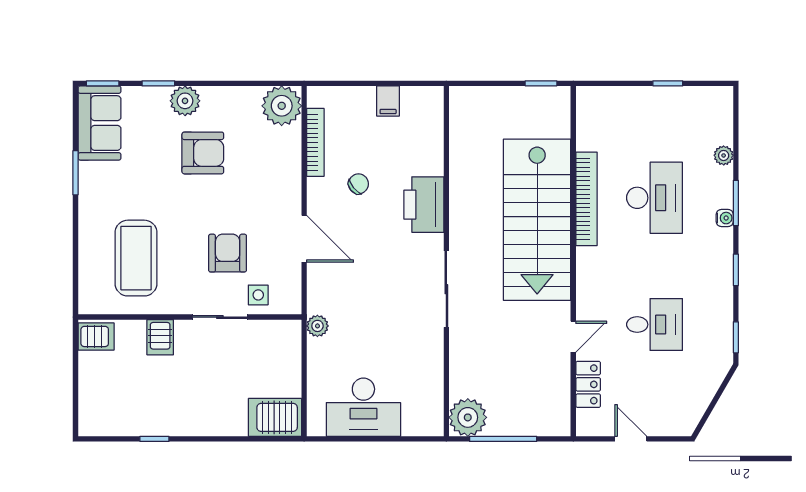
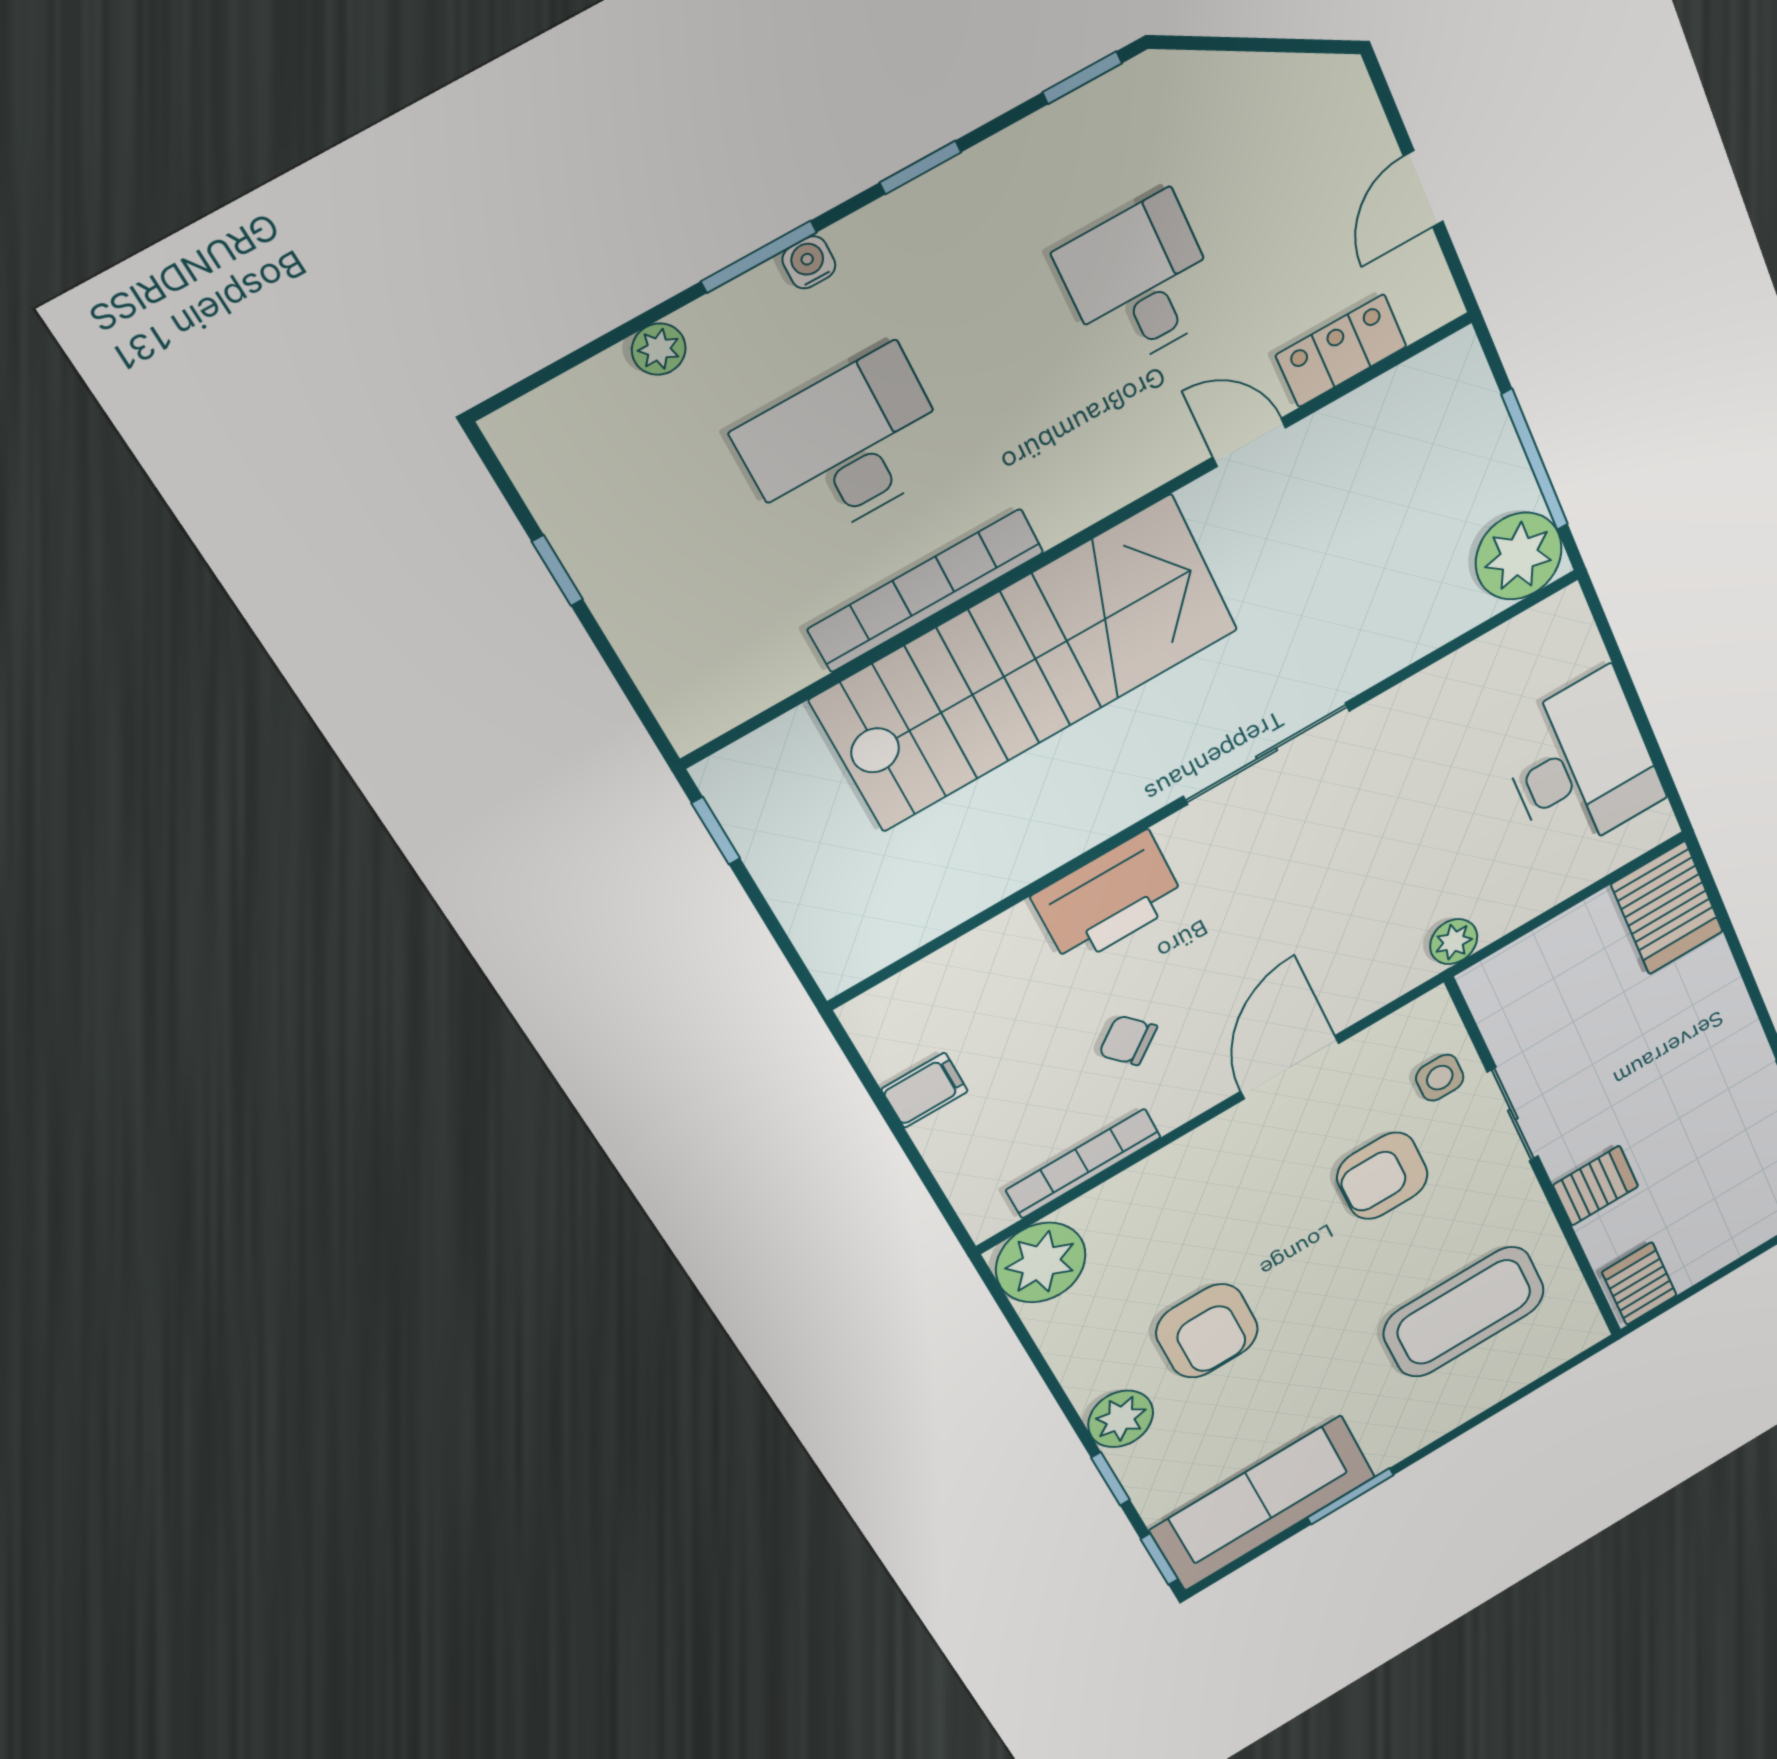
sofa: (100, 123) -> (1263, 1503), width x1.36
armchair: (203, 153) -> (1207, 1331), turned 180

